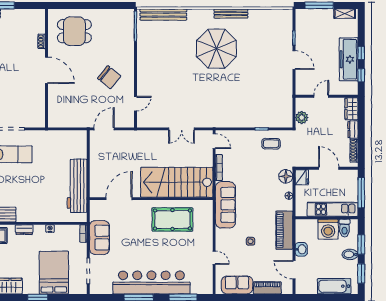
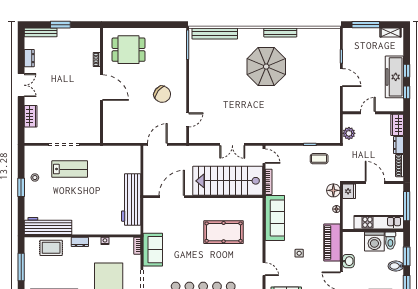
stairs: (177, 182) -> (228, 181), moved
door: (119, 199) -> (172, 197), moved
wall: (151, 199) -> (203, 197), moved

